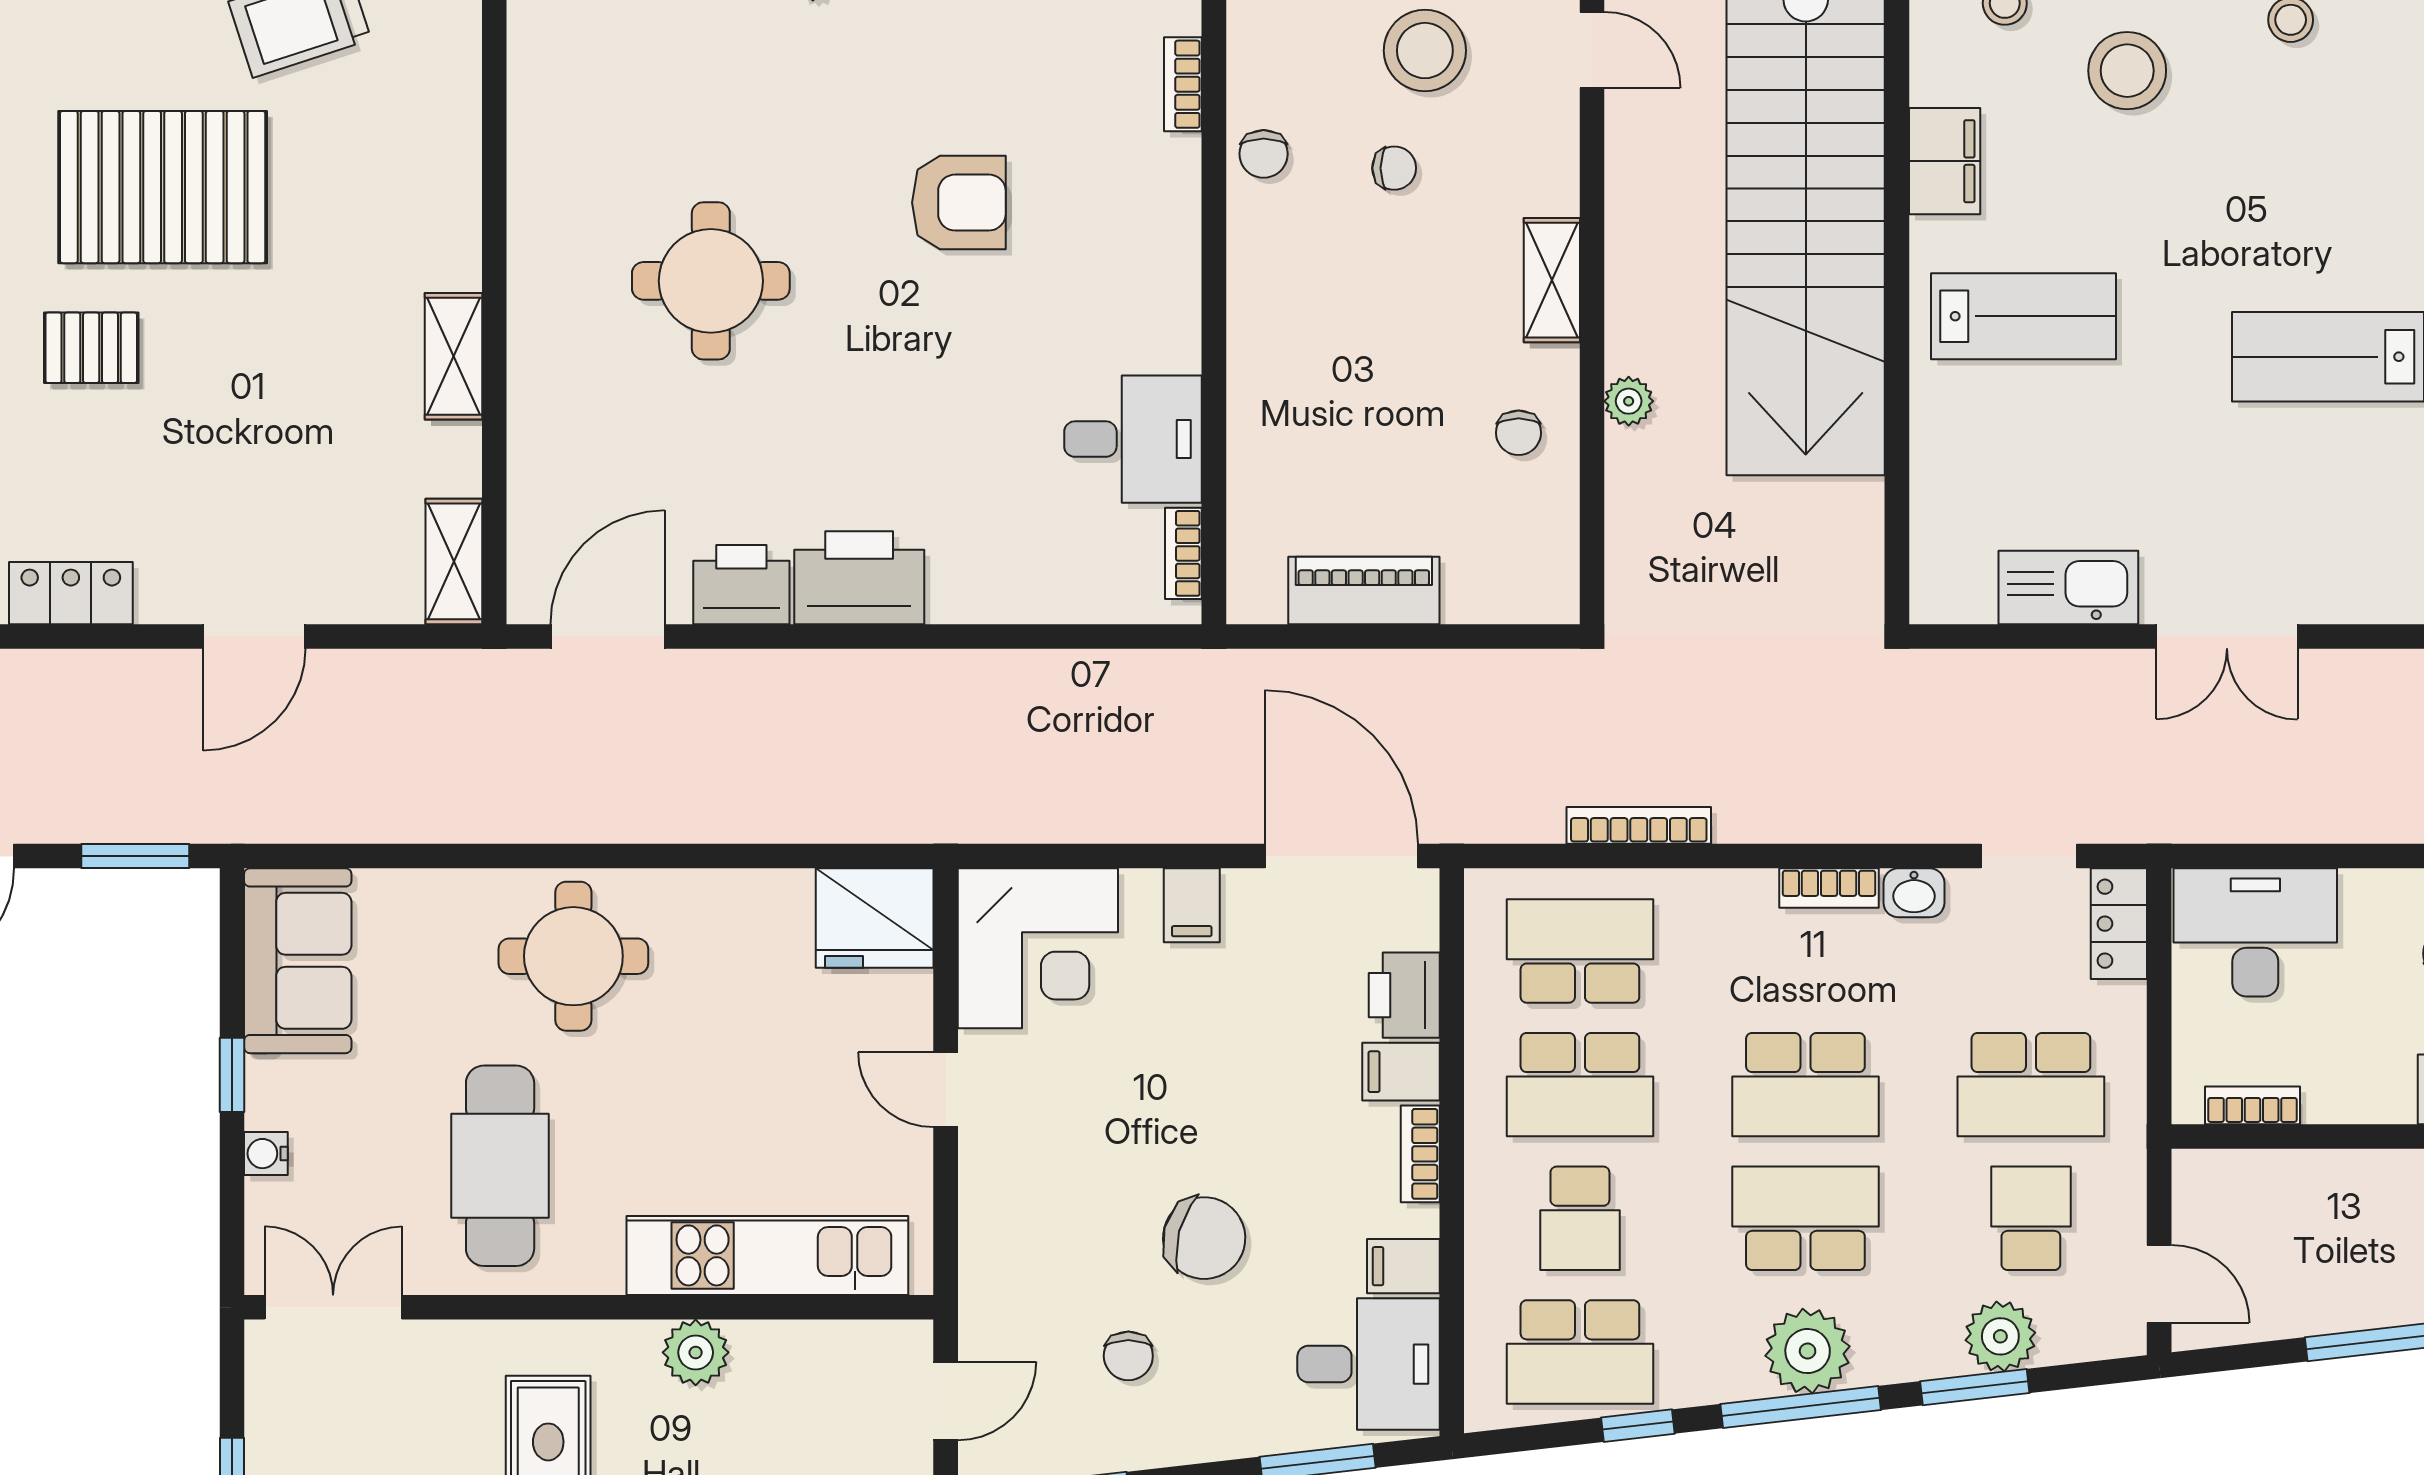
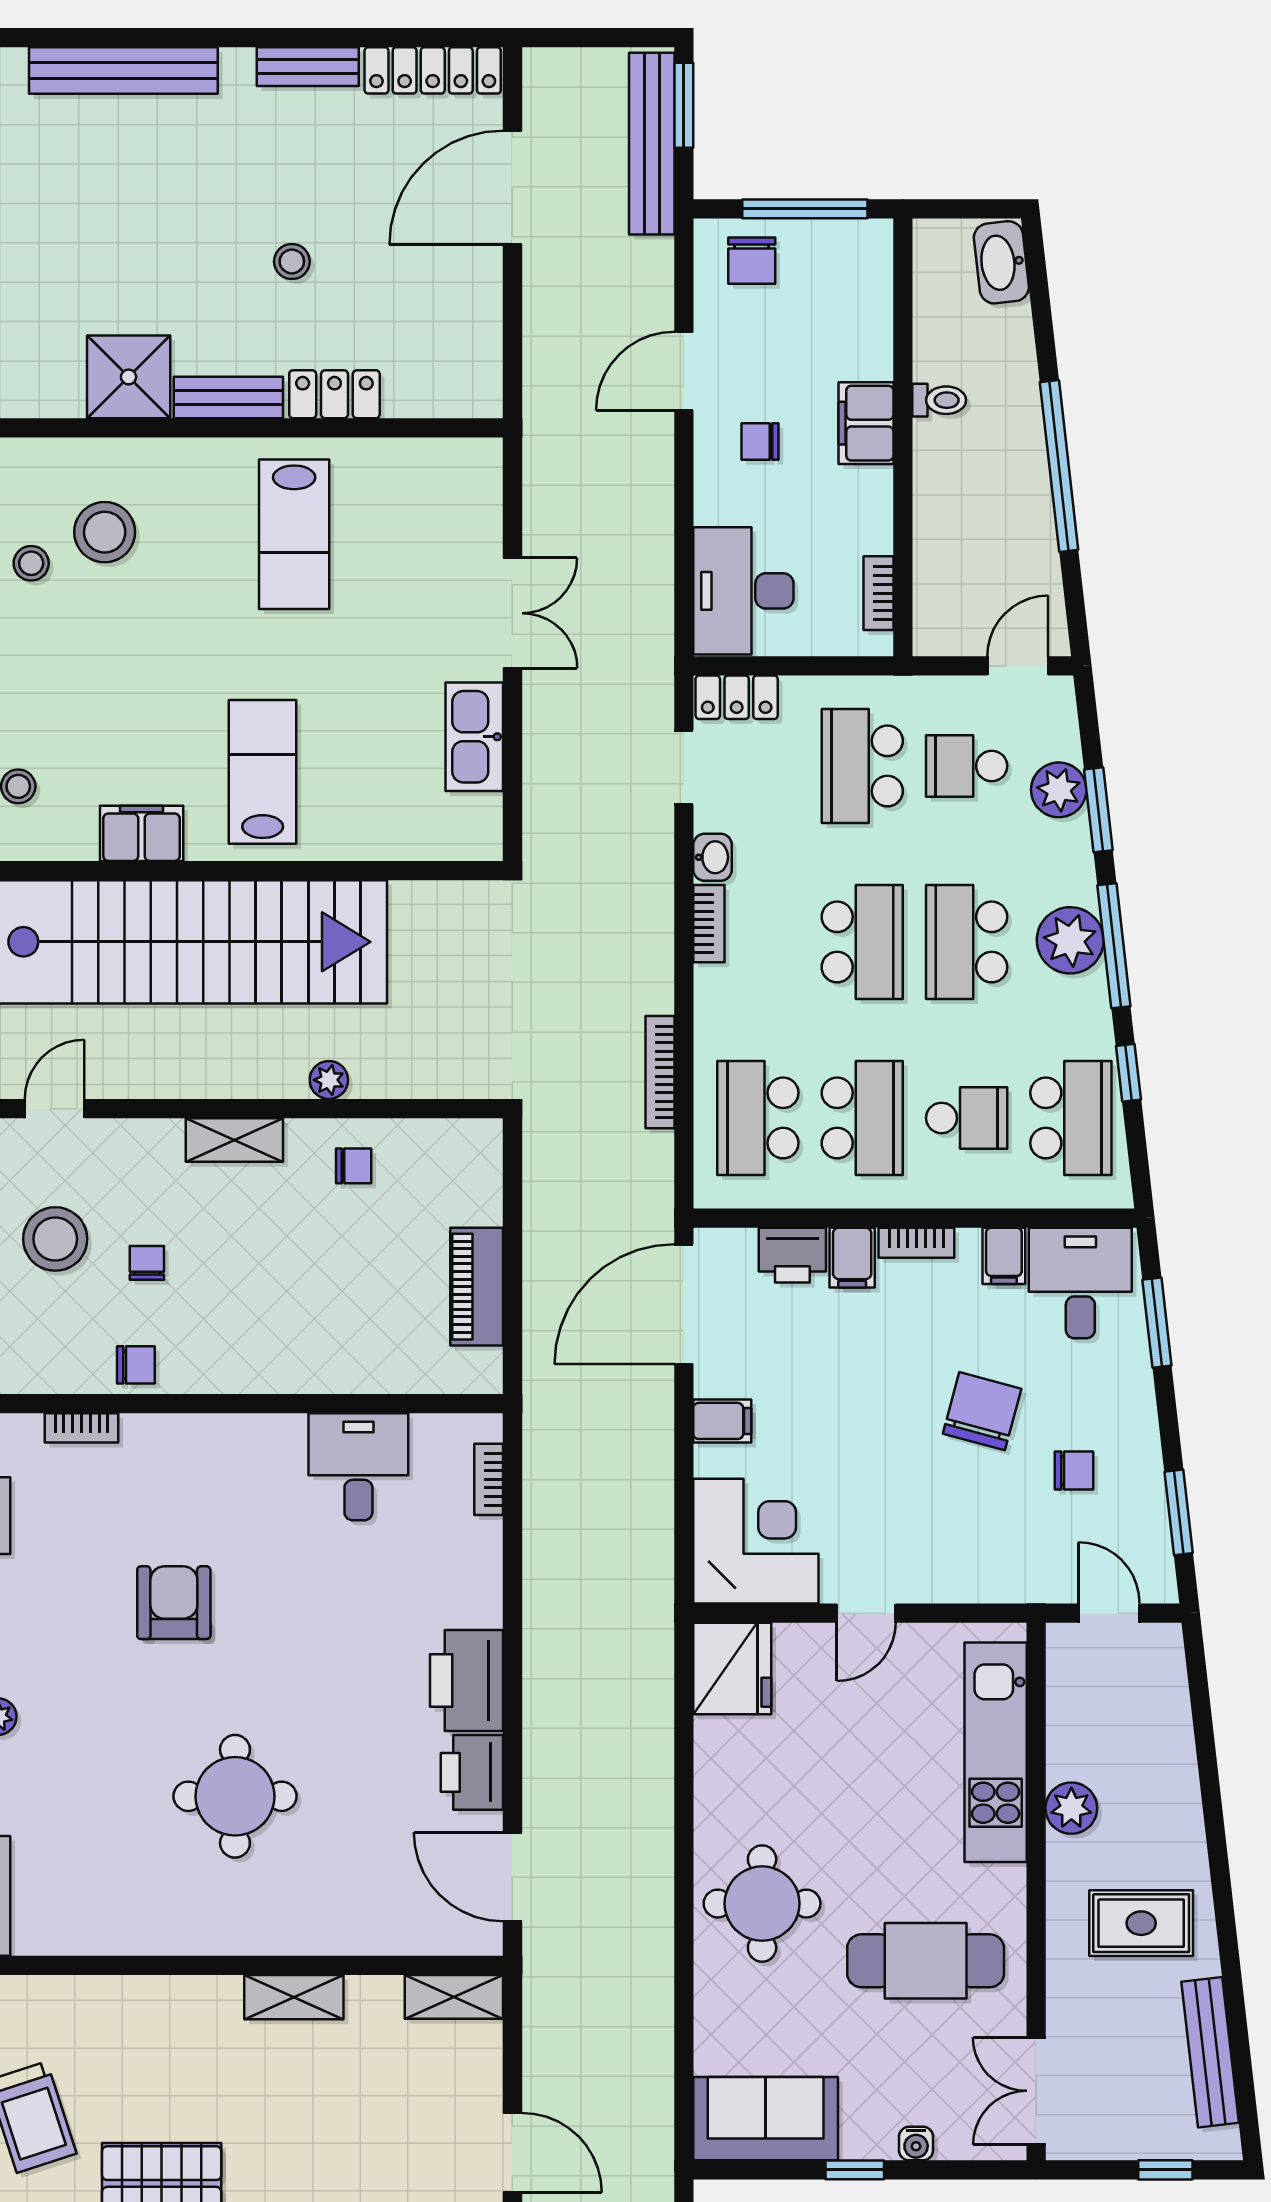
stool: (2127, 71) -> (105, 532), moved
bookcase: (1183, 553) -> (489, 1479), moved, turned 90
school desk: (2031, 1085) -> (862, 766), turned 180

